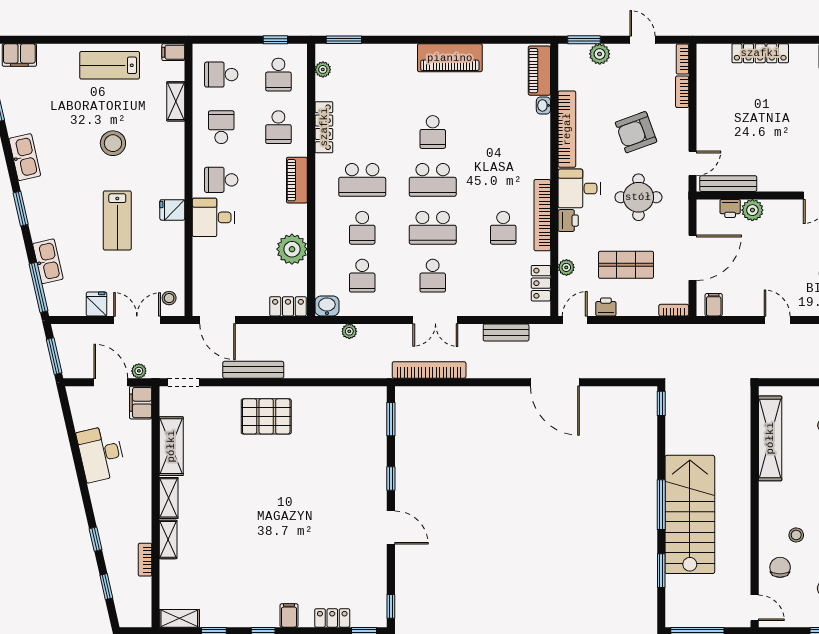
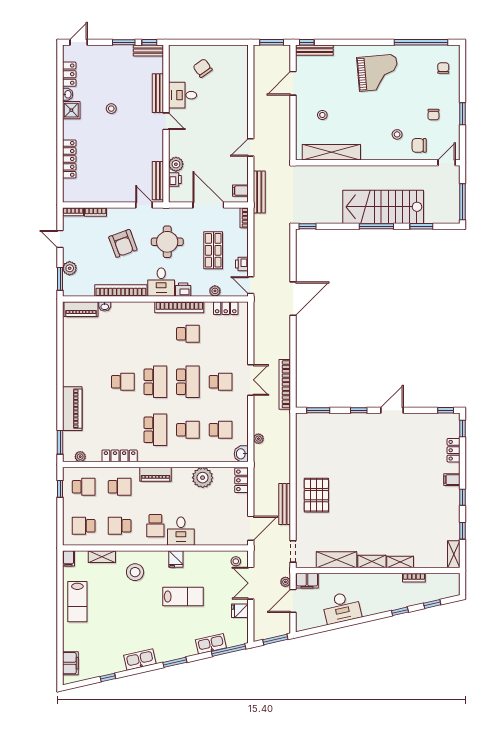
door: (643, 40) -> (60, 239), hinge flipped
piano: (450, 58) -> (72, 409), moved
school desk: (221, 75) -> (84, 526), turned 90
stool: (113, 143) -> (135, 572), moved
bench: (506, 332) -> (259, 192), moved, width x1.36

